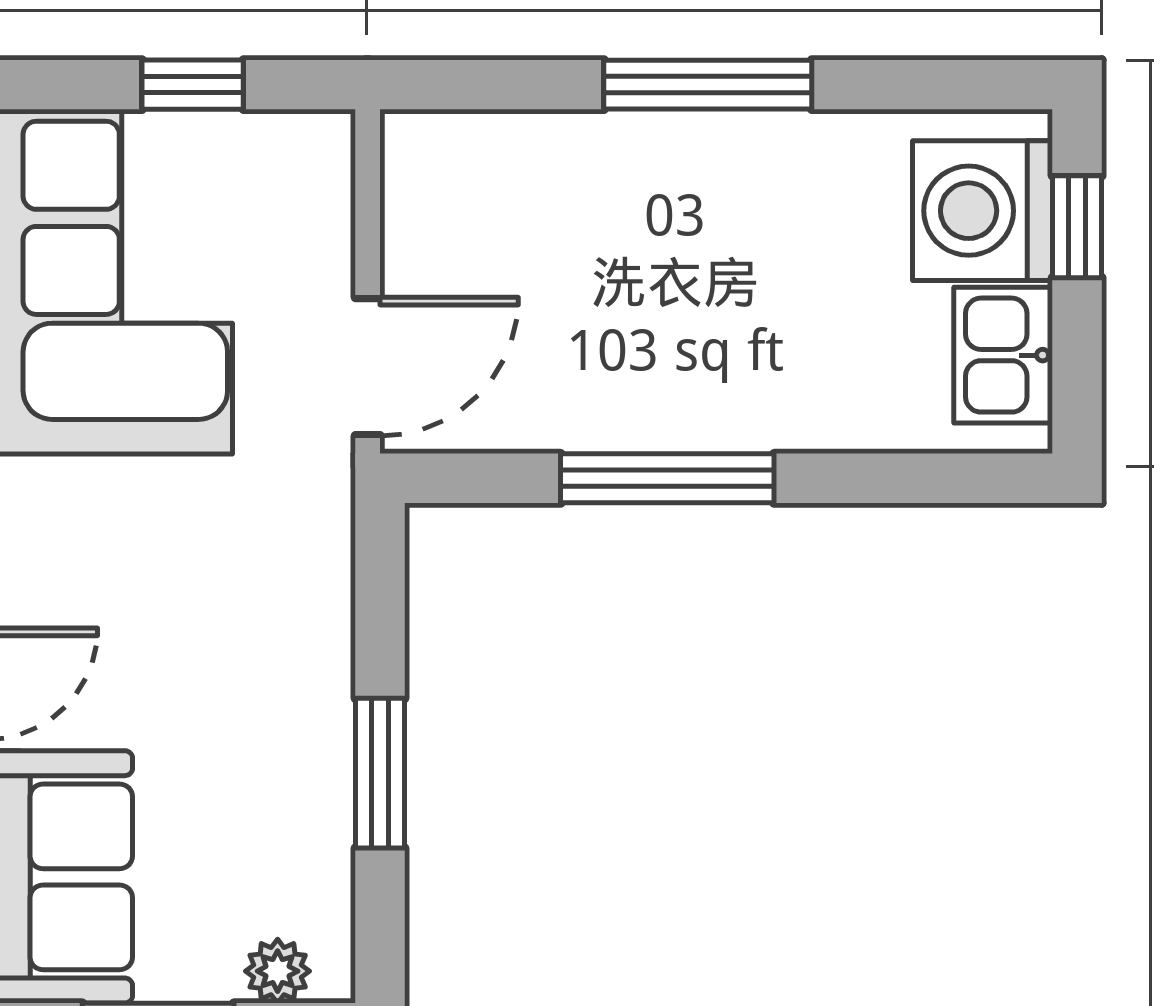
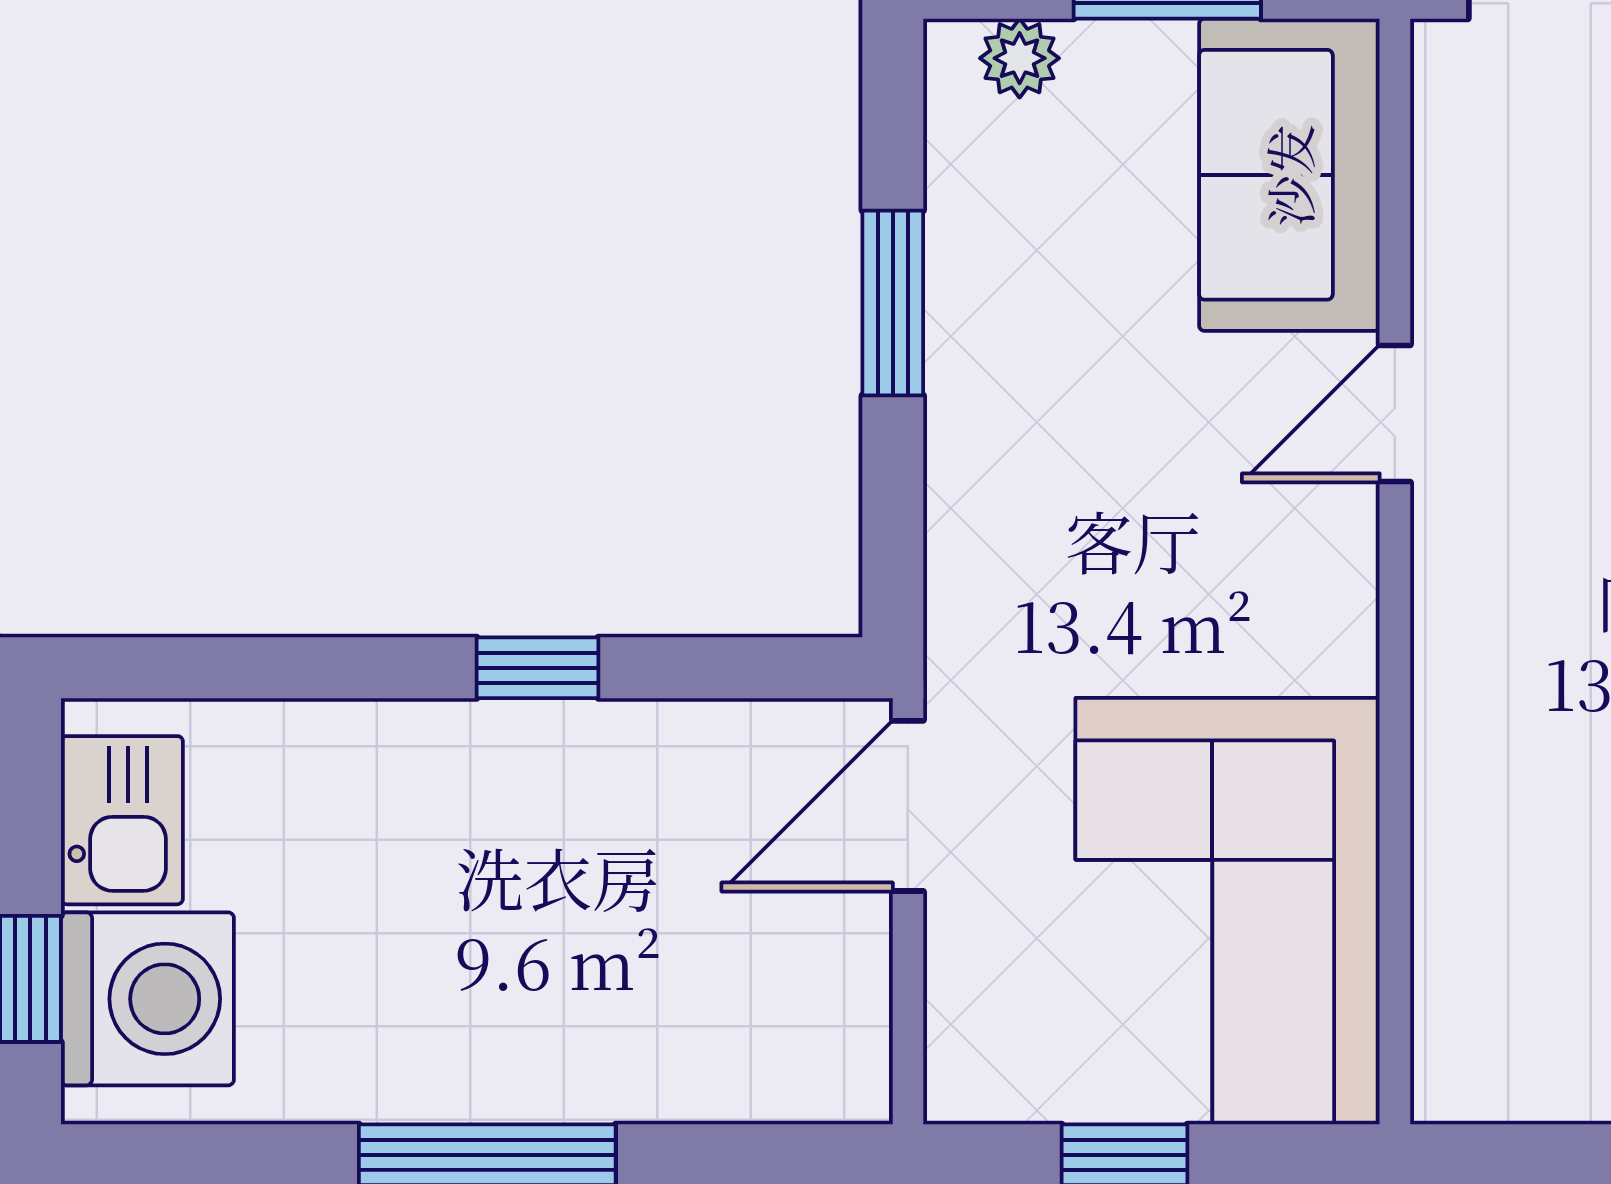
window: (667, 478) -> (537, 668), width x0.46

